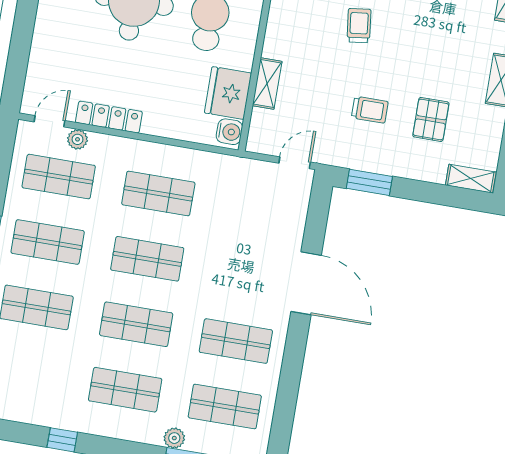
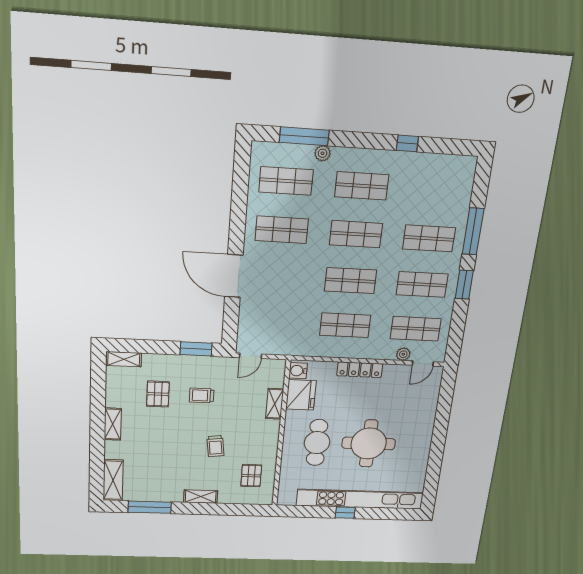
locker: (109, 117) -> (360, 370), moved

